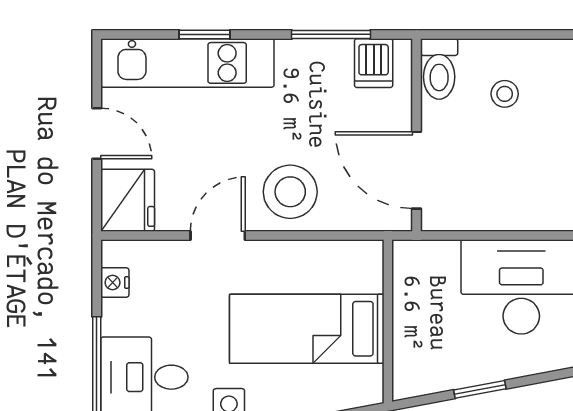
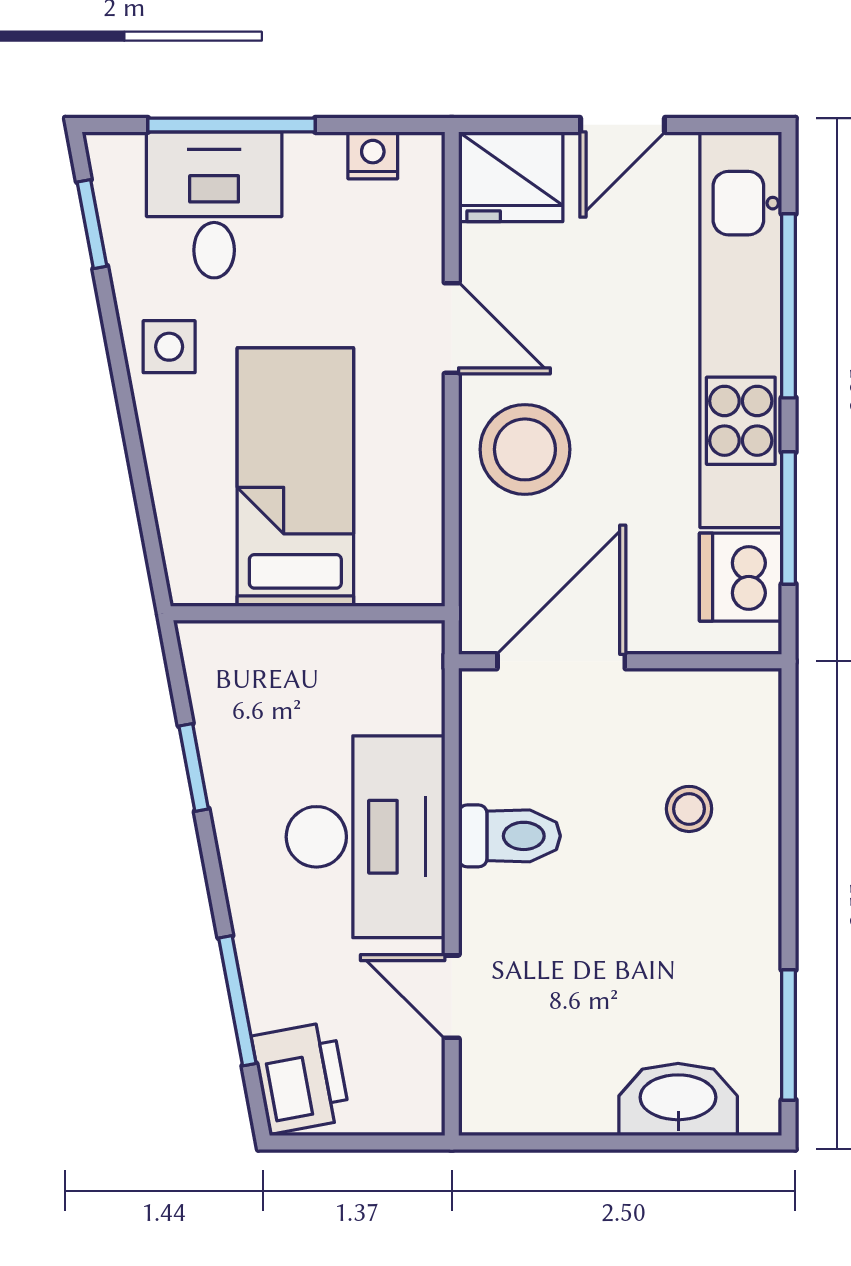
window: (205, 34) -> (789, 306), width x2.17
kitchen unit: (187, 63) -> (741, 330), width x1.36
dishwasher: (374, 63) -> (741, 577), width x1.38
toilet: (439, 69) -> (509, 836), moved, turned 180

